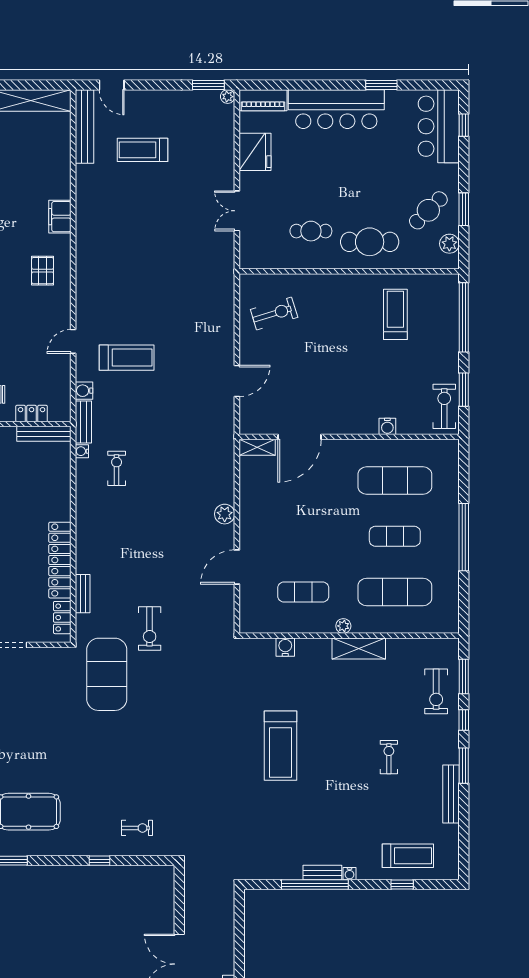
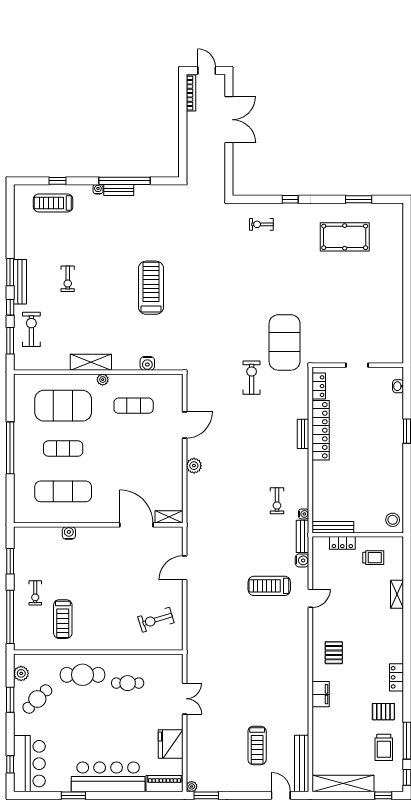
treadmill: (143, 150) -> (257, 745), turned 90
exercise bike: (444, 406) -> (35, 593), moved, width x0.73, depth x0.72
door: (300, 437) -> (136, 525), hinge flipped
exercise mat: (395, 592) -> (63, 406), width x1.47
bench: (83, 594) -> (303, 434), moved
bench: (451, 794) -> (20, 282), moved

